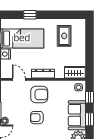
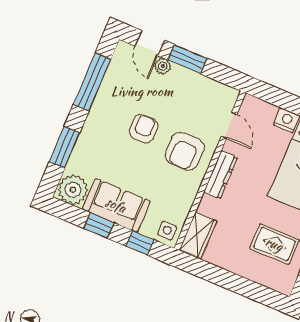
door: (19, 79) -> (229, 125), hinge flipped

